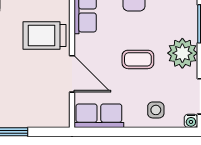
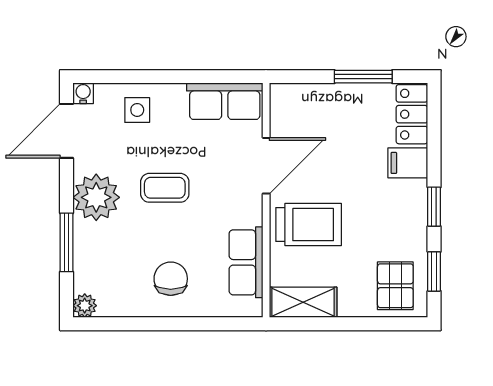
door: (72, 74) -> (266, 166), swing flipped

